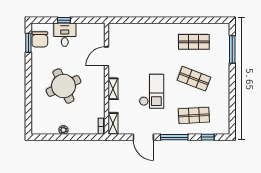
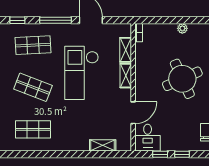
window: (83, 20) -> (160, 154), added
shelving: (133, 28) -> (103, 145), added
desk: (65, 35) -> (148, 138), moved
checkout: (152, 91) -> (82, 73), width x1.36, depth x1.21
shelving: (113, 124) -> (126, 50), moved

